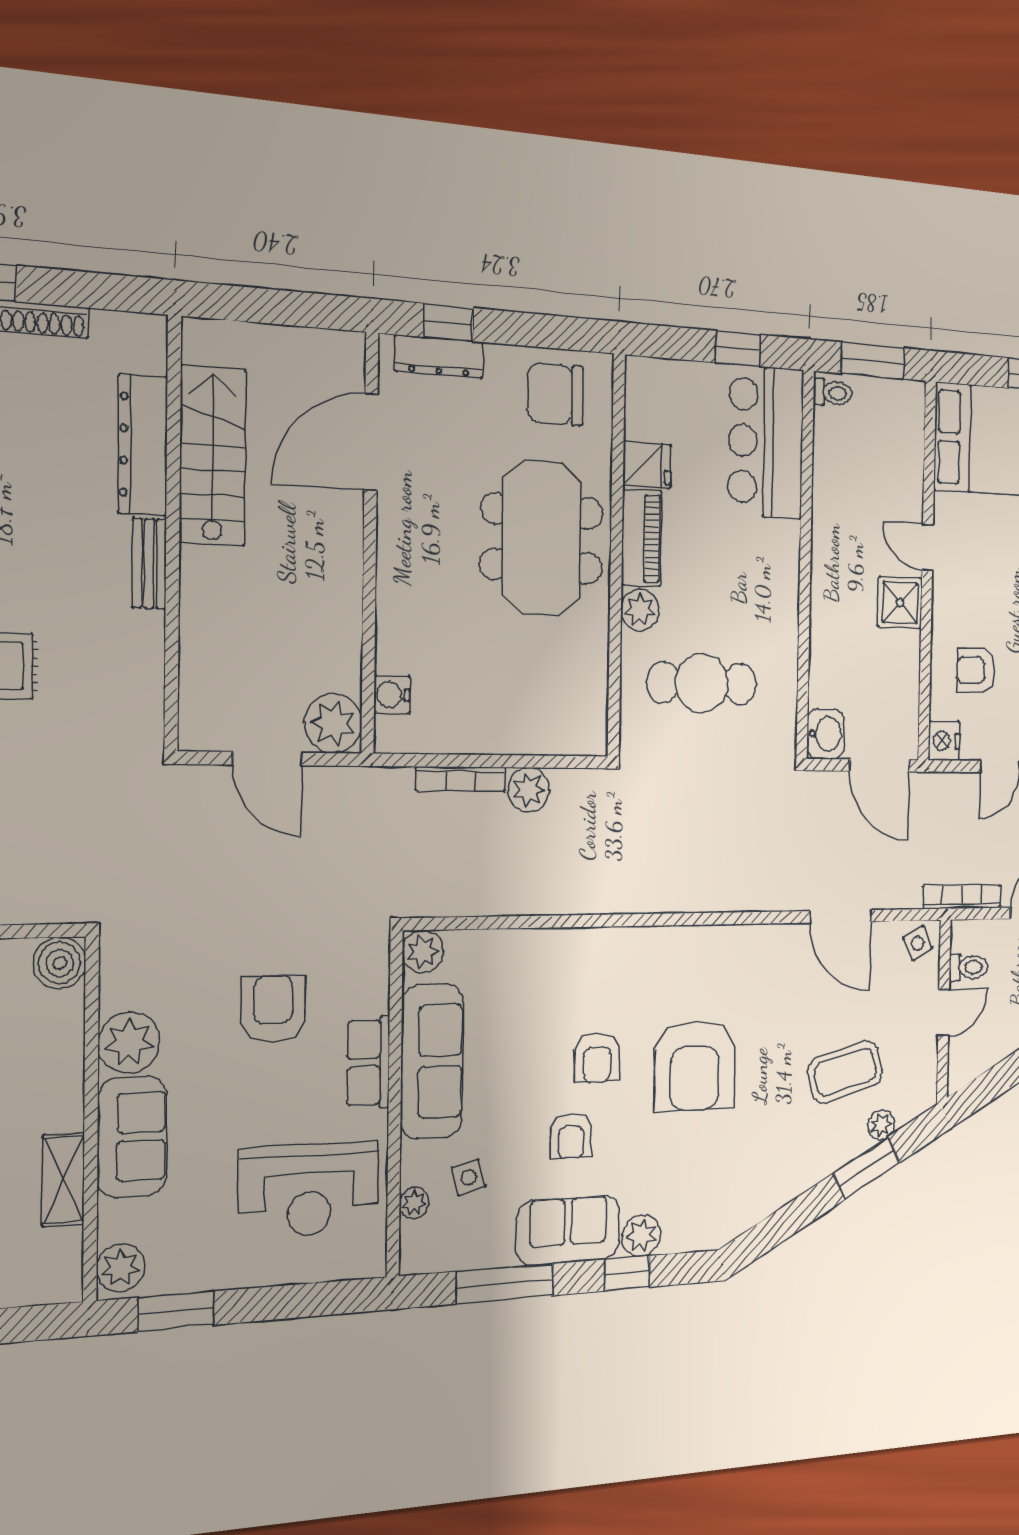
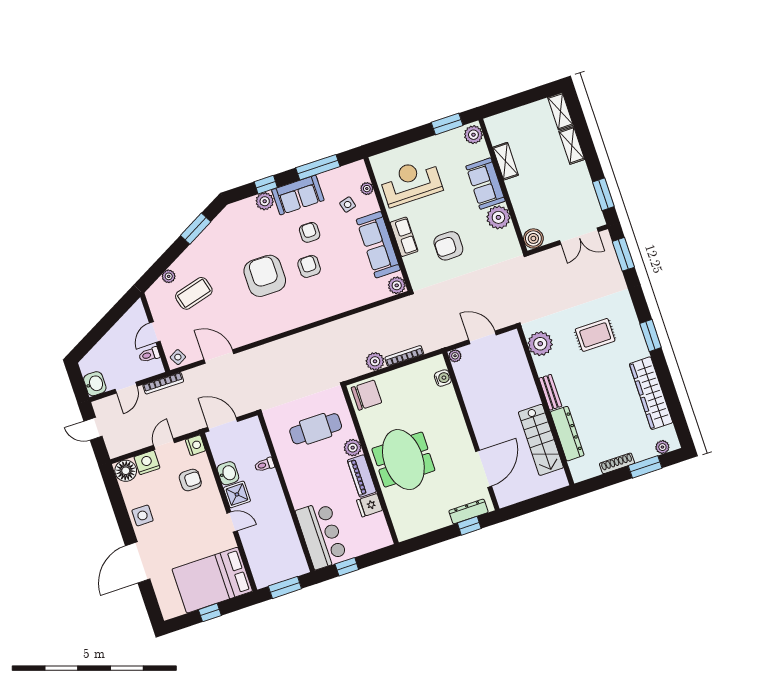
toilet: (833, 393) -> (264, 465), moved
chair: (555, 394) -> (366, 395), moved
plant: (133, 693) -> (540, 344), added
plant: (333, 723) -> (455, 356), width x0.53, depth x0.53
washbasin: (826, 734) -> (228, 473), moved, turned 180
armchair: (273, 1009) -> (448, 246), turned 90
window: (866, 1168) -> (196, 229), moved

